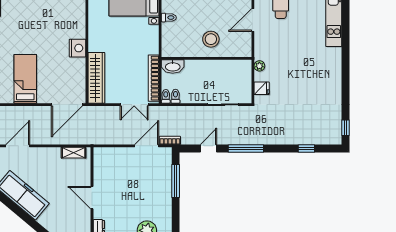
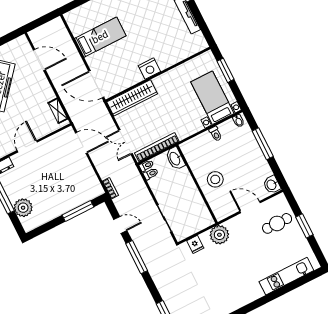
plant: (259, 66) -> (219, 235), width x1.88, depth x1.88
door: (147, 146) -> (81, 143), moved

